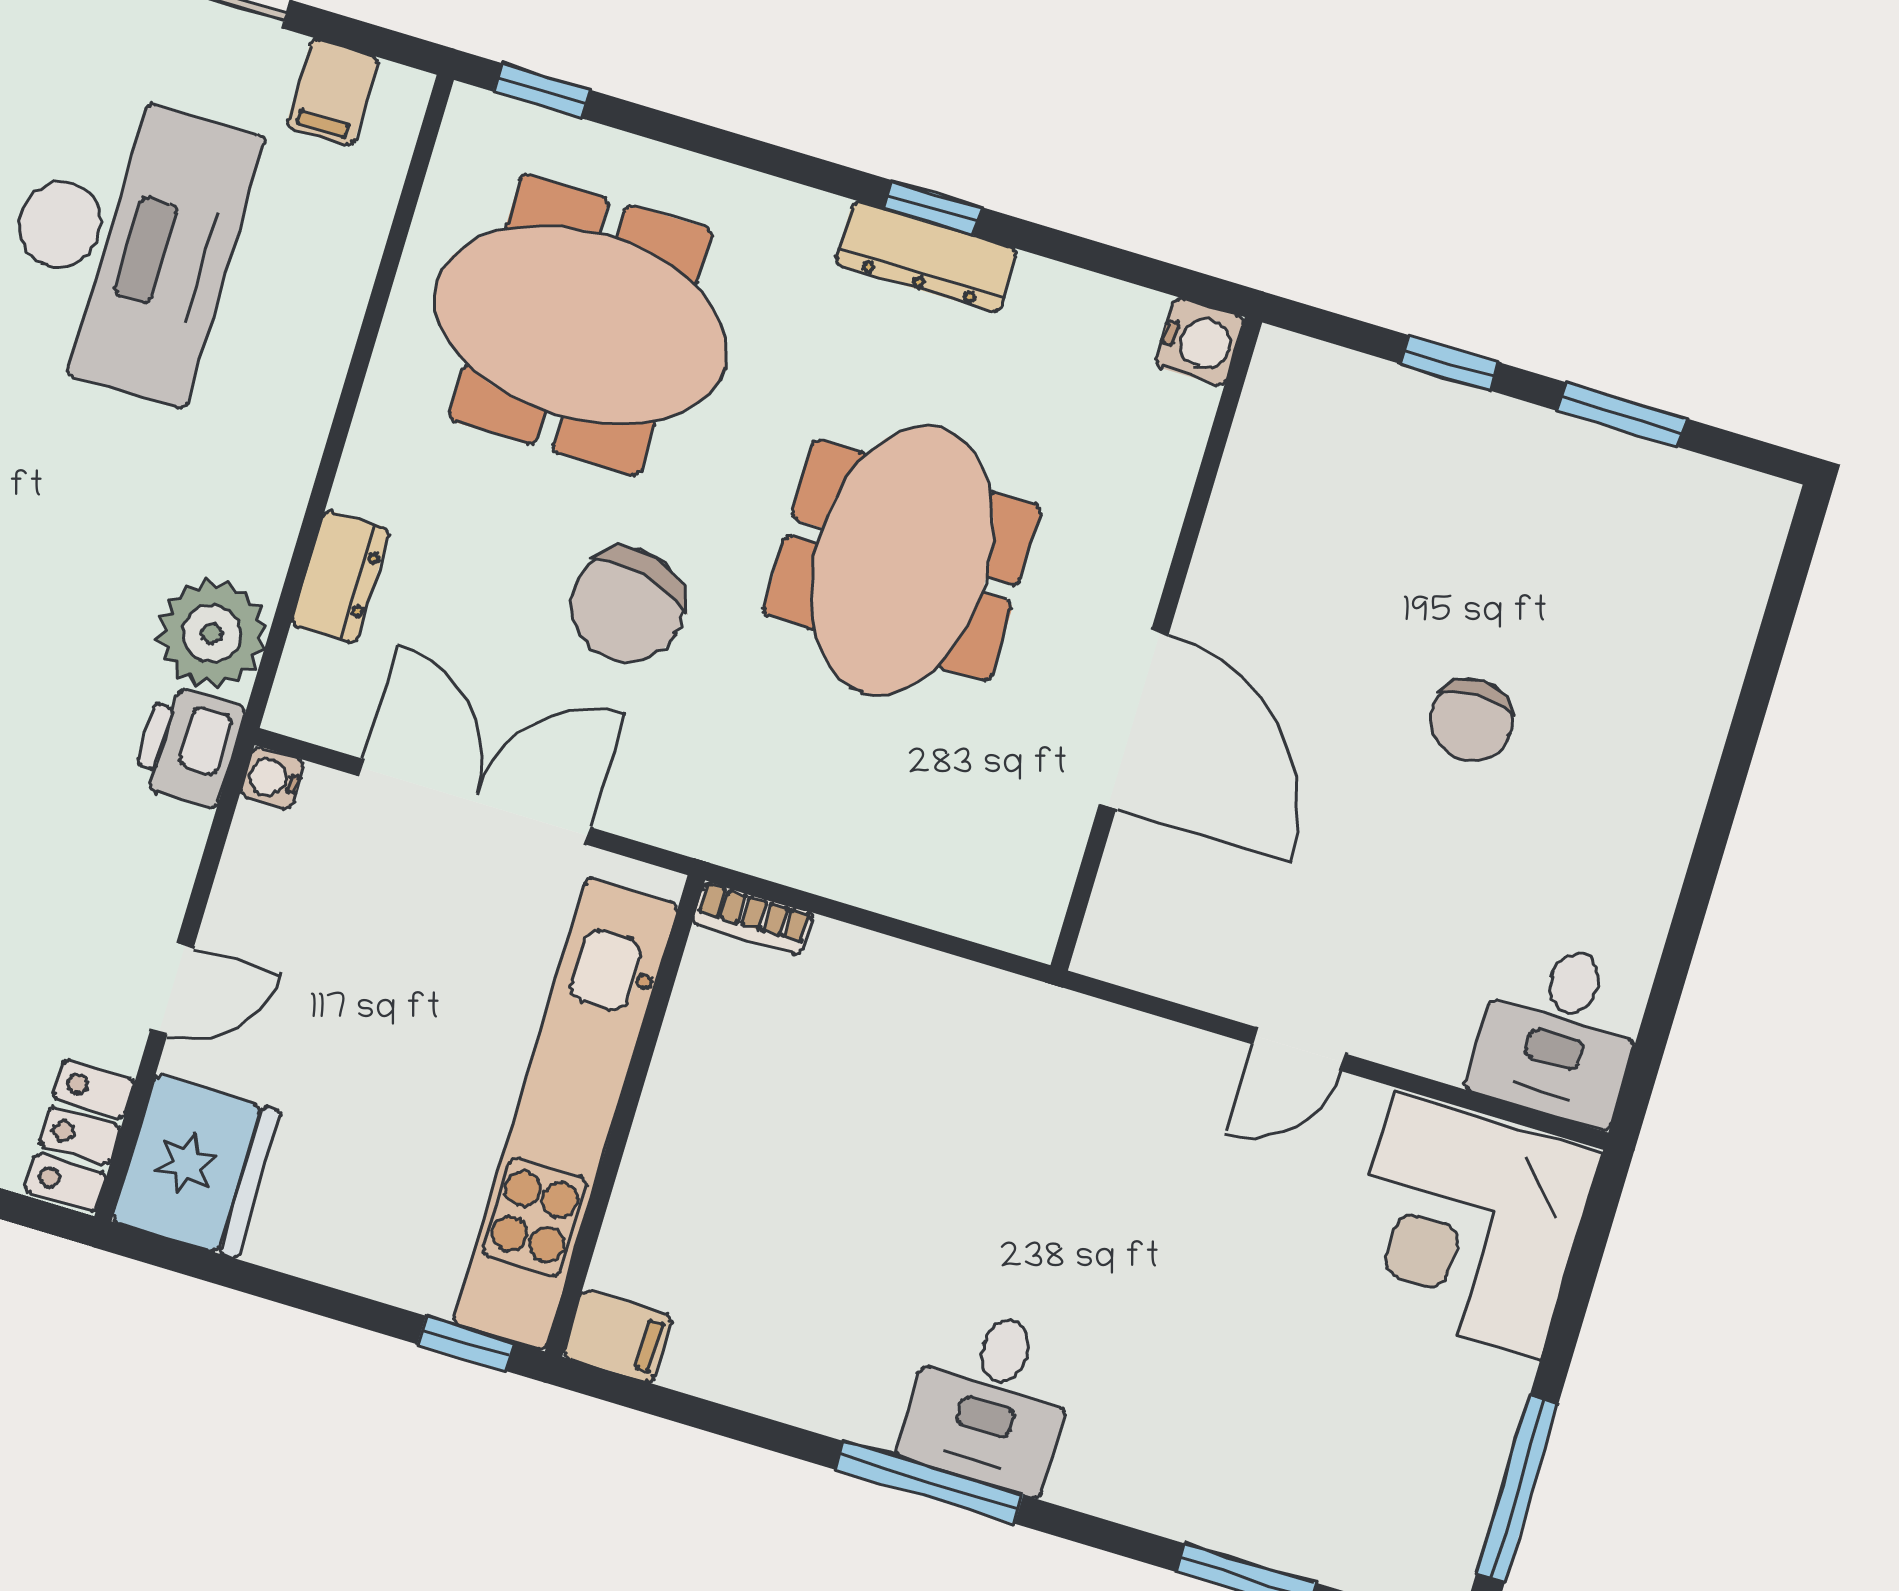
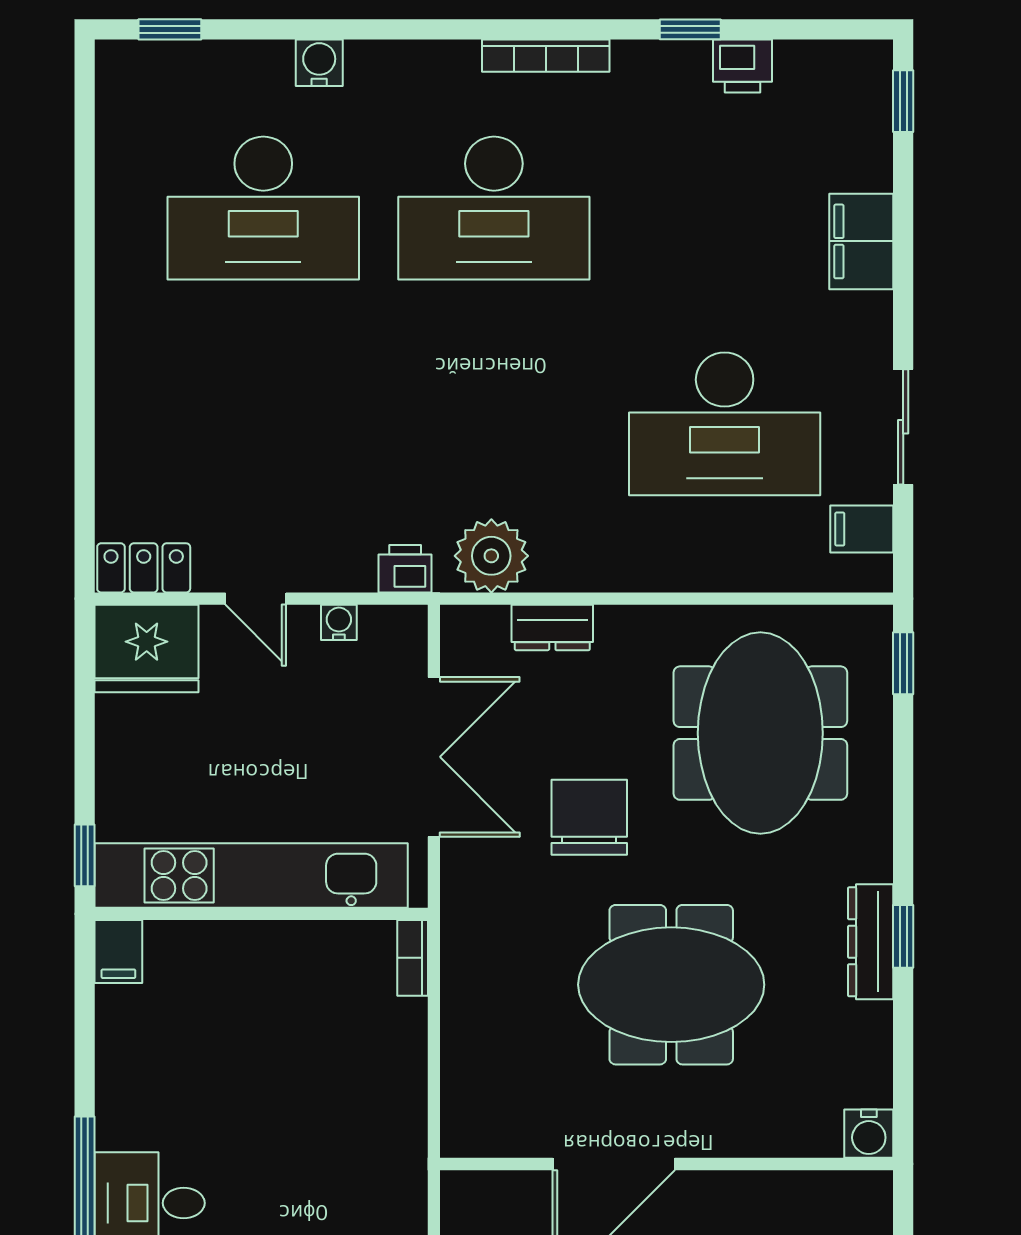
chair: (628, 605) -> (589, 817), turned 76
printer: (189, 746) -> (405, 569), width x0.73, depth x0.81
water cooler: (272, 778) -> (339, 622), moved

